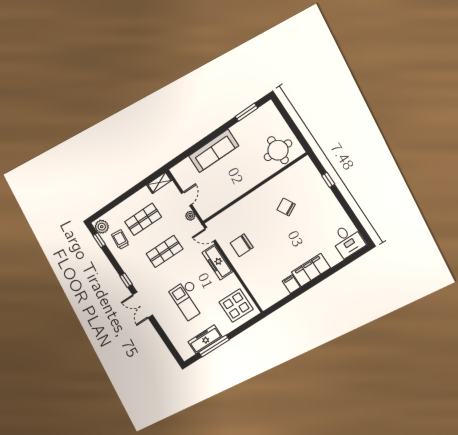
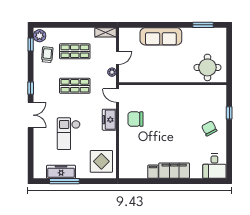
chair: (286, 207) -> (209, 128), moved
freezer: (217, 262) -> (109, 120), width x0.71
double door: (143, 305) -> (31, 115), swing flipped

